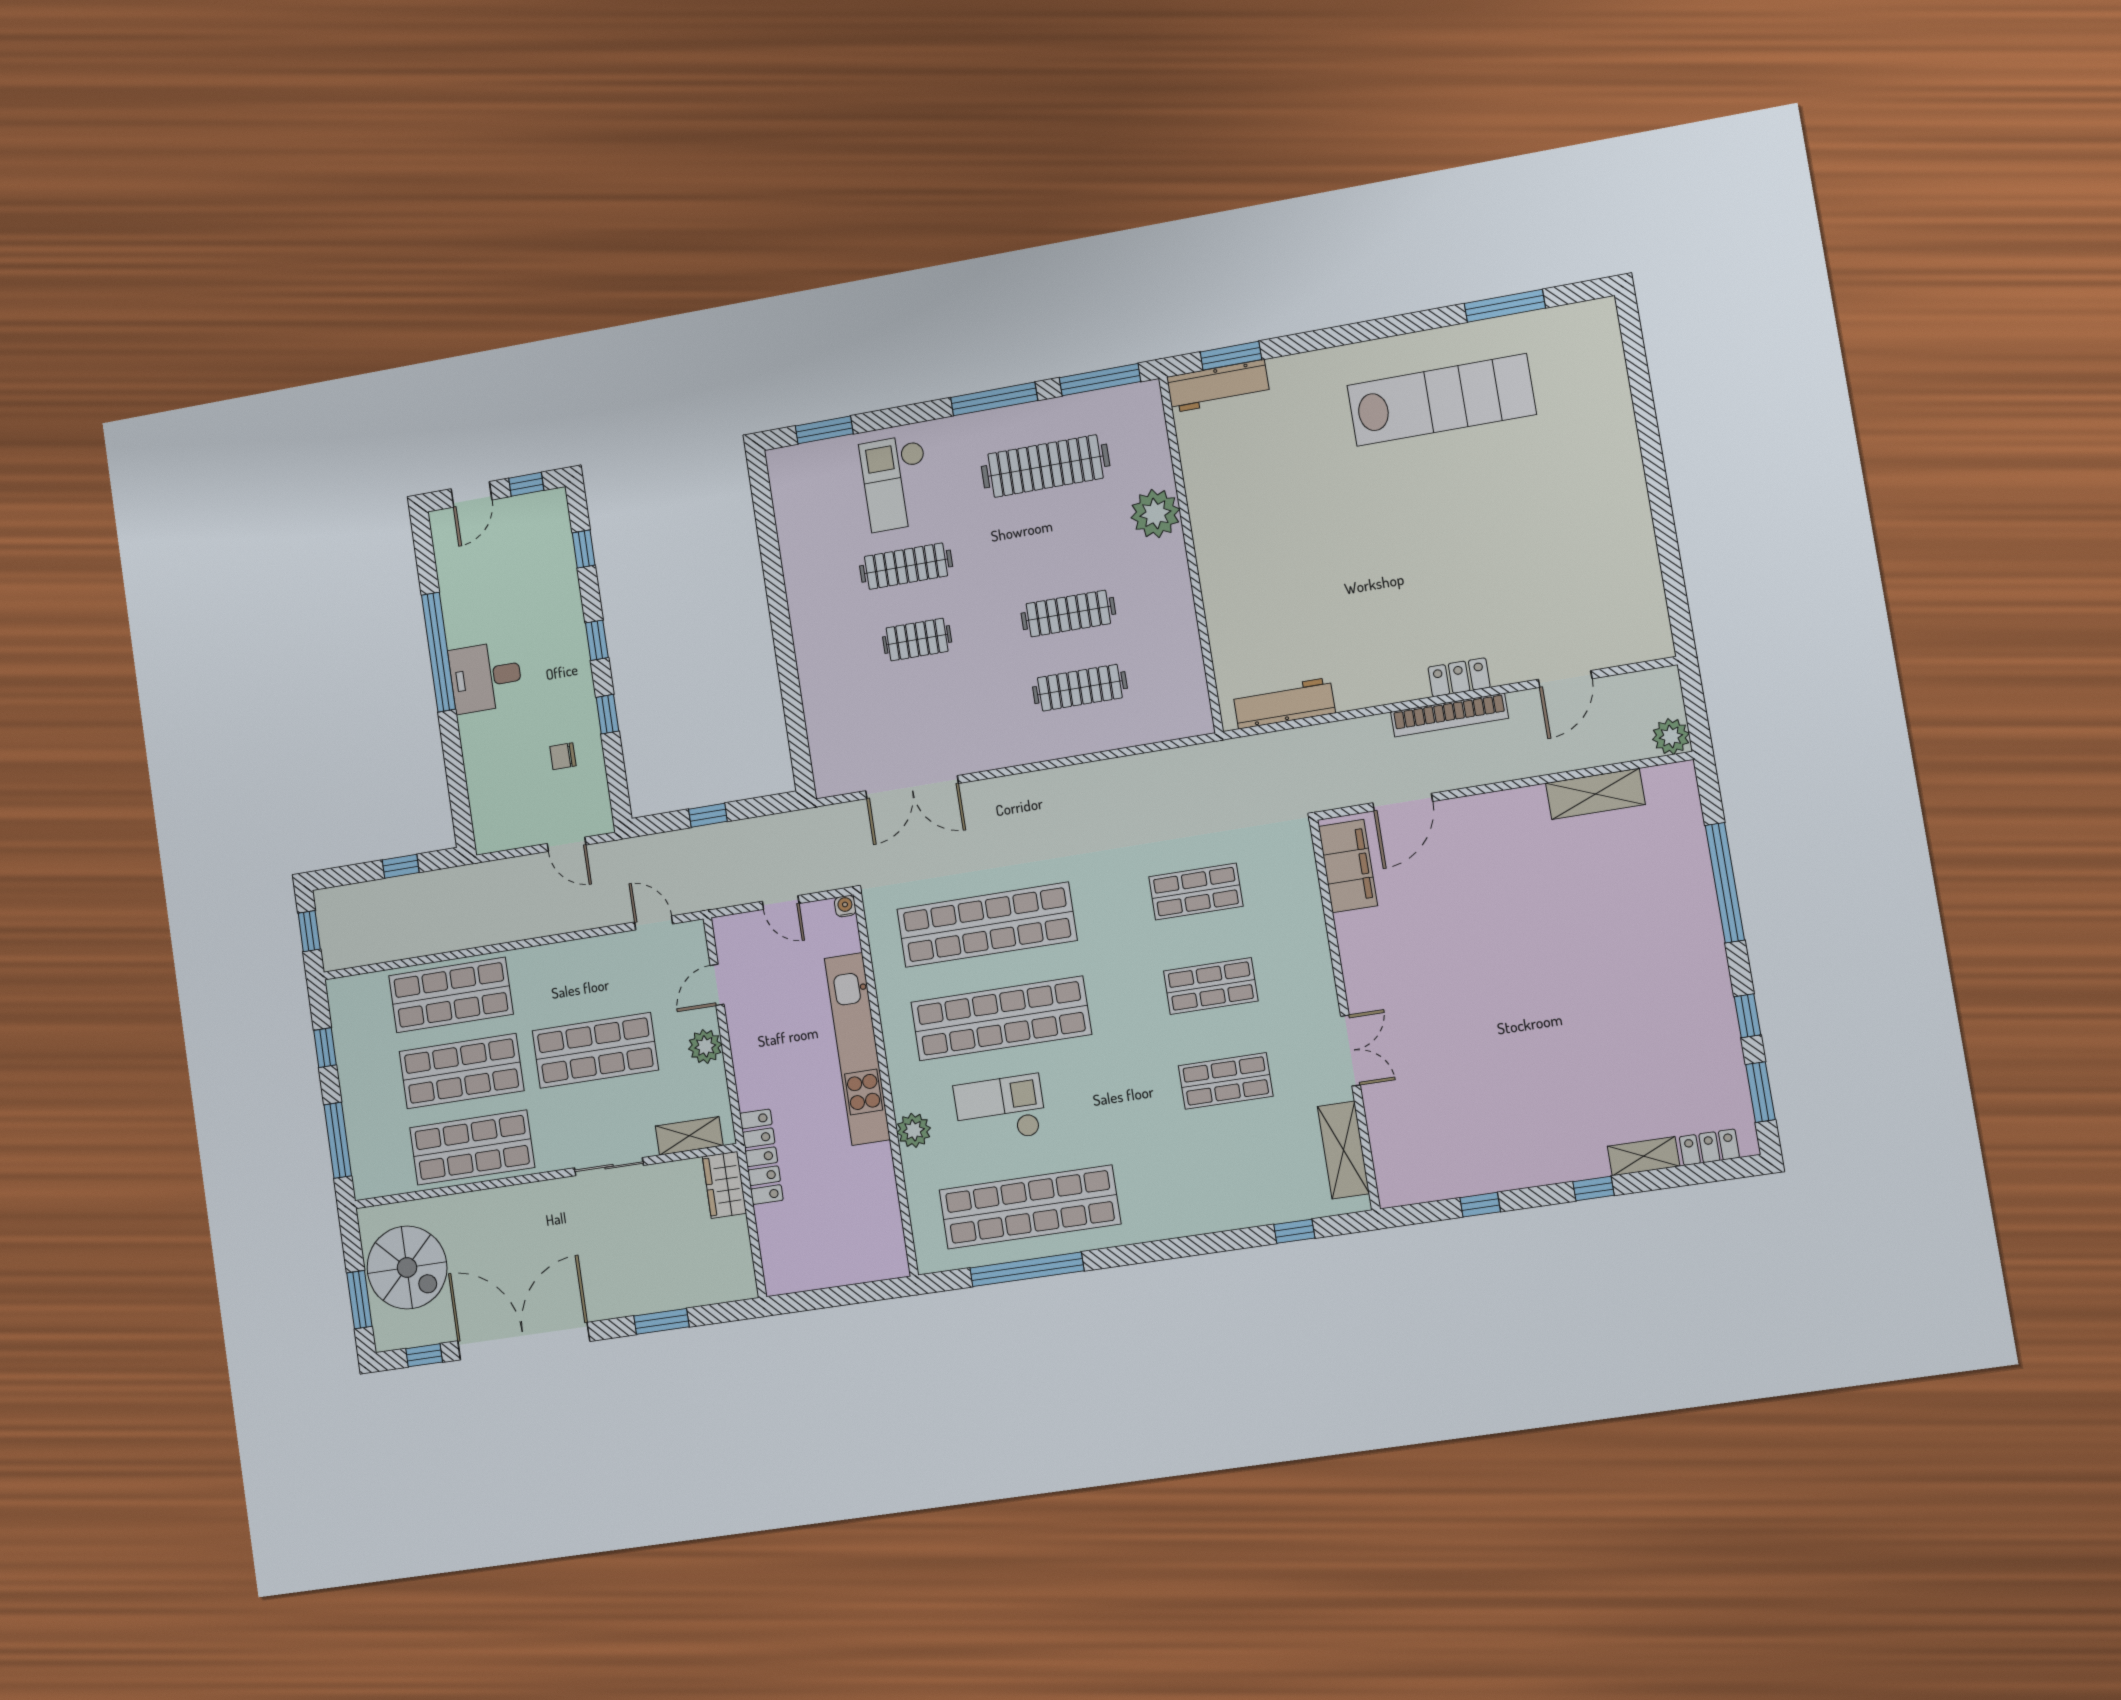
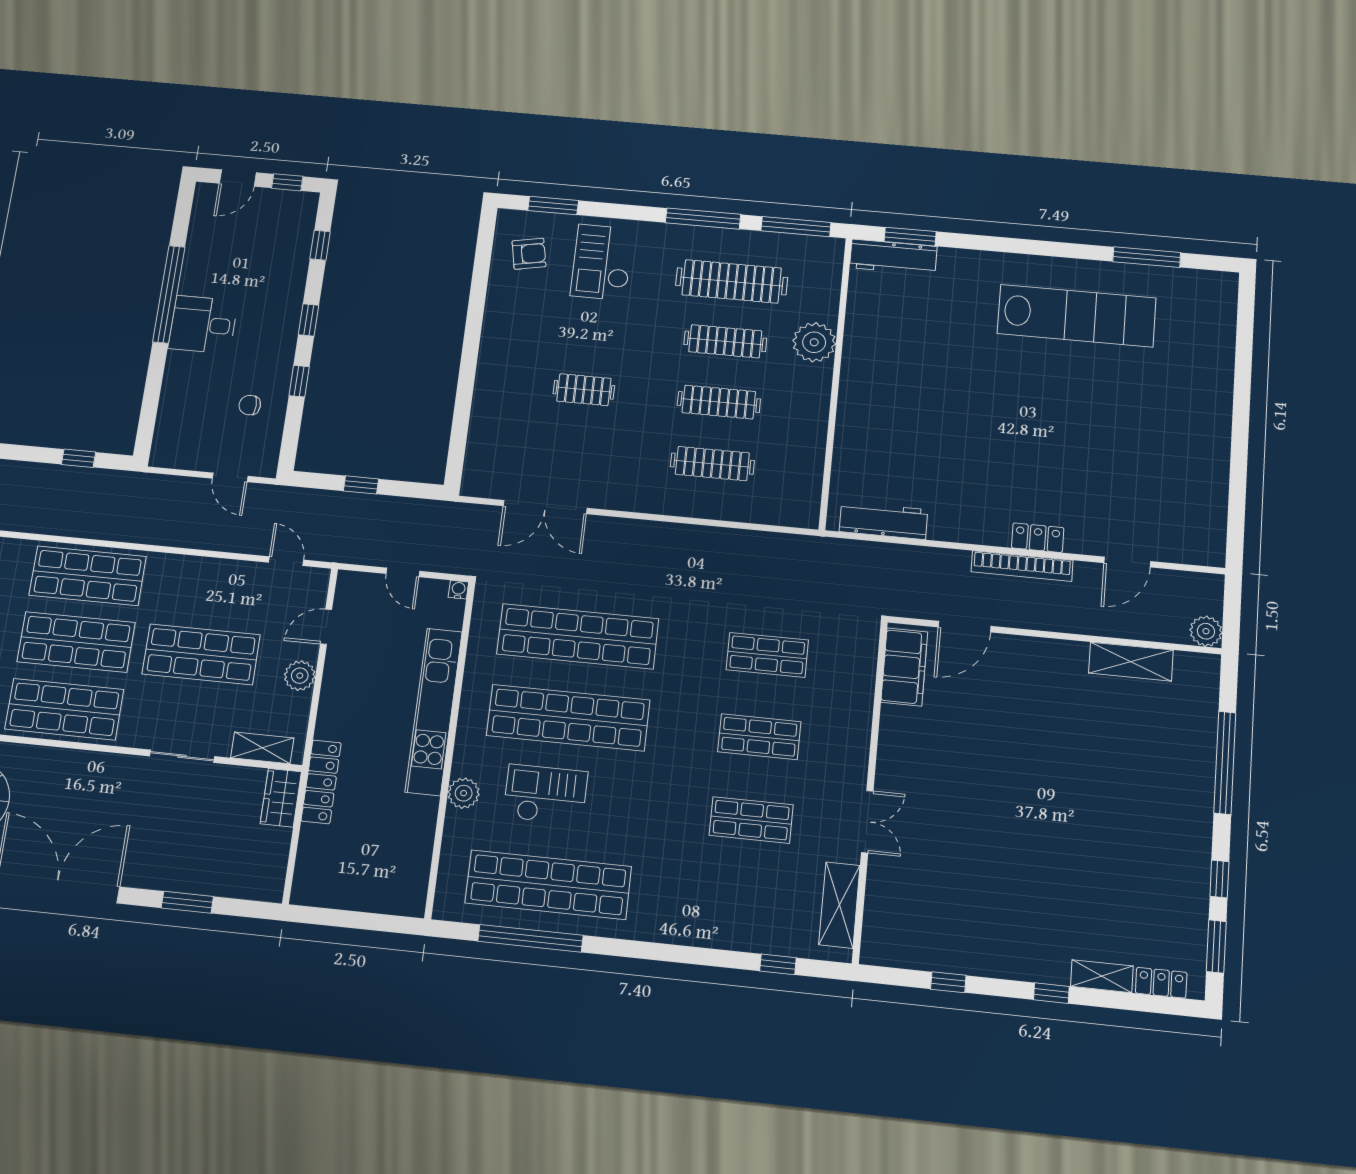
armchair: (814, 495) -> (529, 254), added
clothes rail: (906, 566) -> (725, 341), moved

